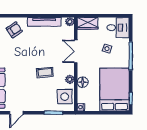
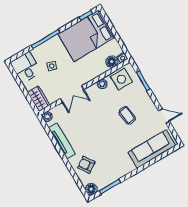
coffee table: (45, 73) -> (127, 115), moved
floor lamp: (83, 82) -> (112, 62), moved

